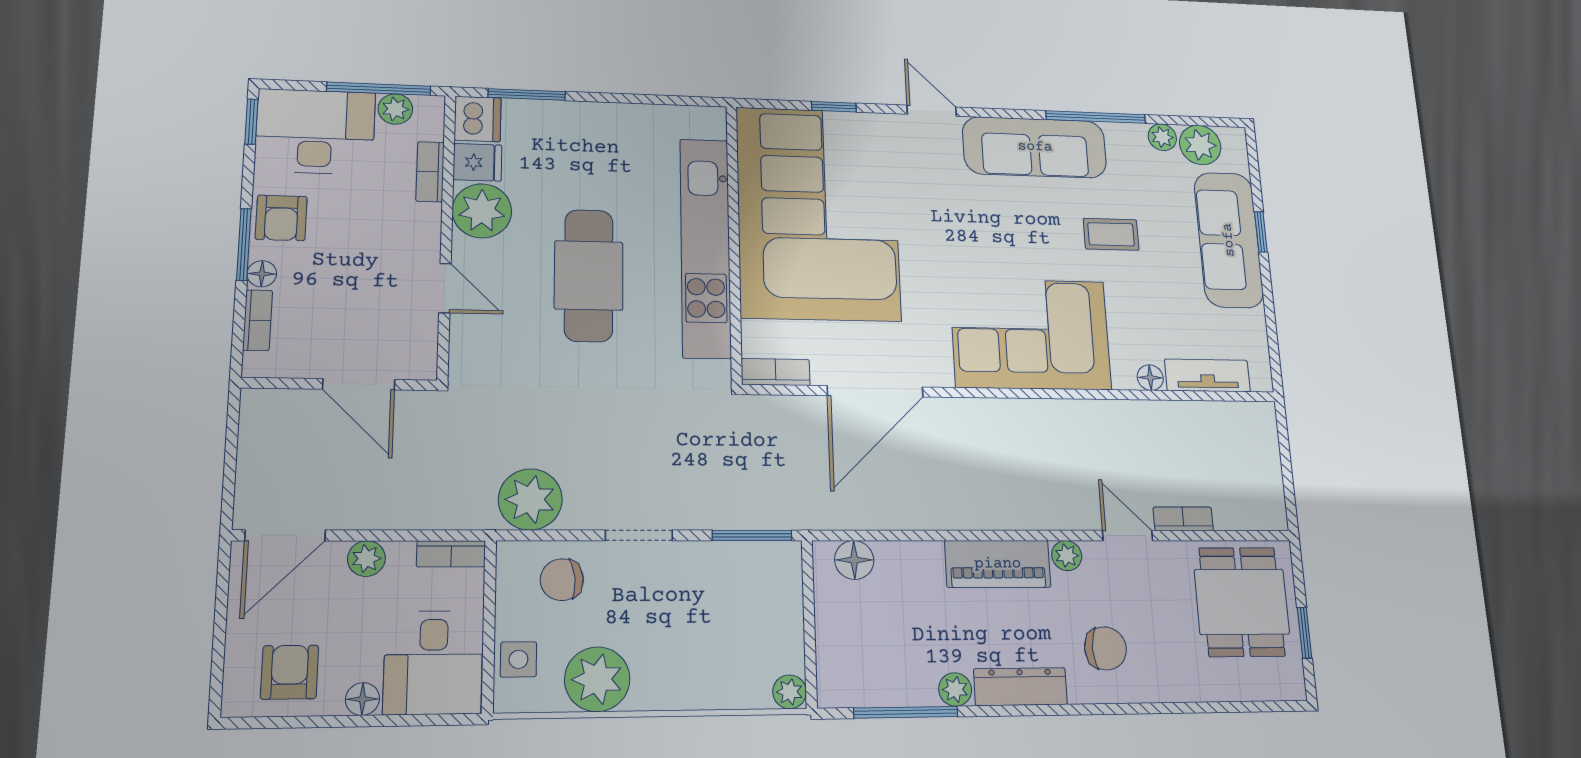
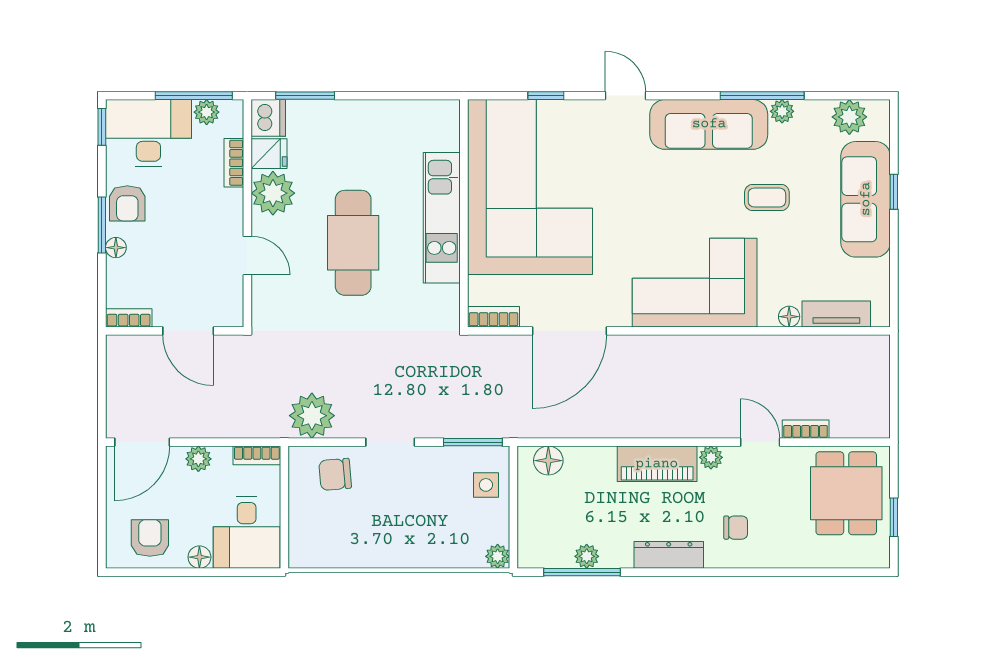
plant: (1162, 137) -> (782, 111), moved
kitchen unit: (705, 247) -> (442, 218), width x0.73
bookcase: (258, 320) -> (129, 318), moved, turned -90
chair: (1105, 648) -> (736, 528), width x0.73, depth x0.73
side table: (518, 659) -> (486, 485), moved
plant: (597, 679) -> (360, 546), removed
plant: (955, 689) -> (587, 556), moved

